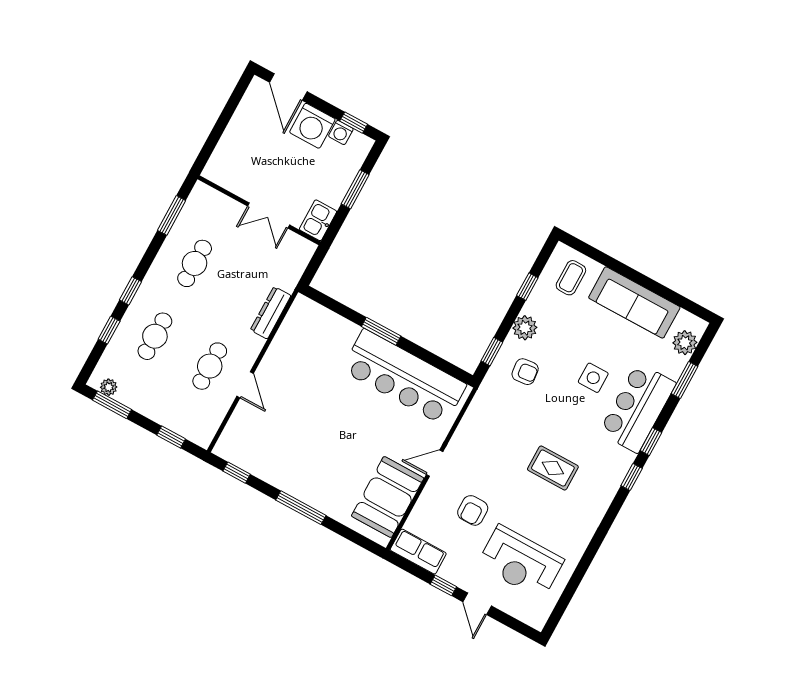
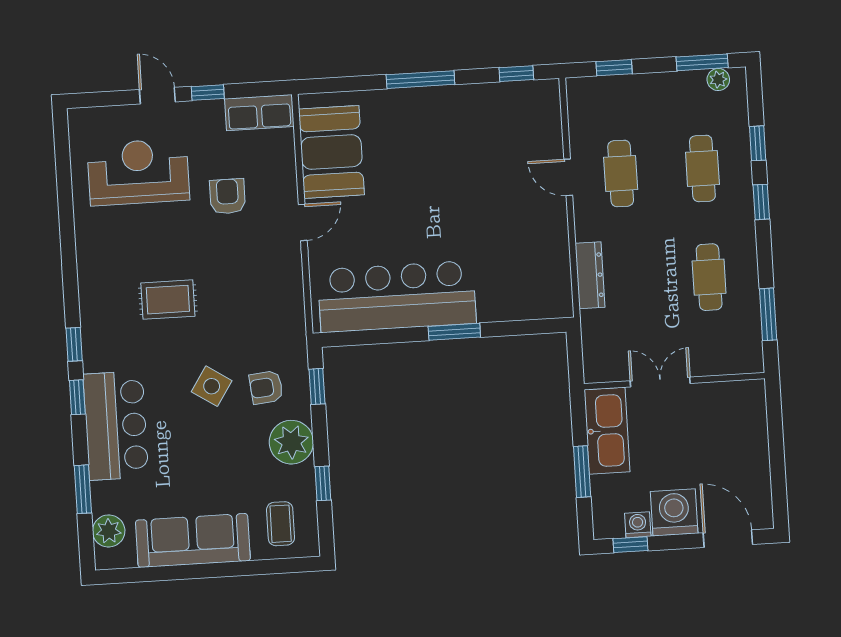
kitchen sink: (318, 220) -> (607, 431), width x1.88, depth x1.24
plant: (525, 328) -> (291, 442), width x1.36, depth x1.36
side table: (593, 378) -> (212, 386), moved, turned 33

